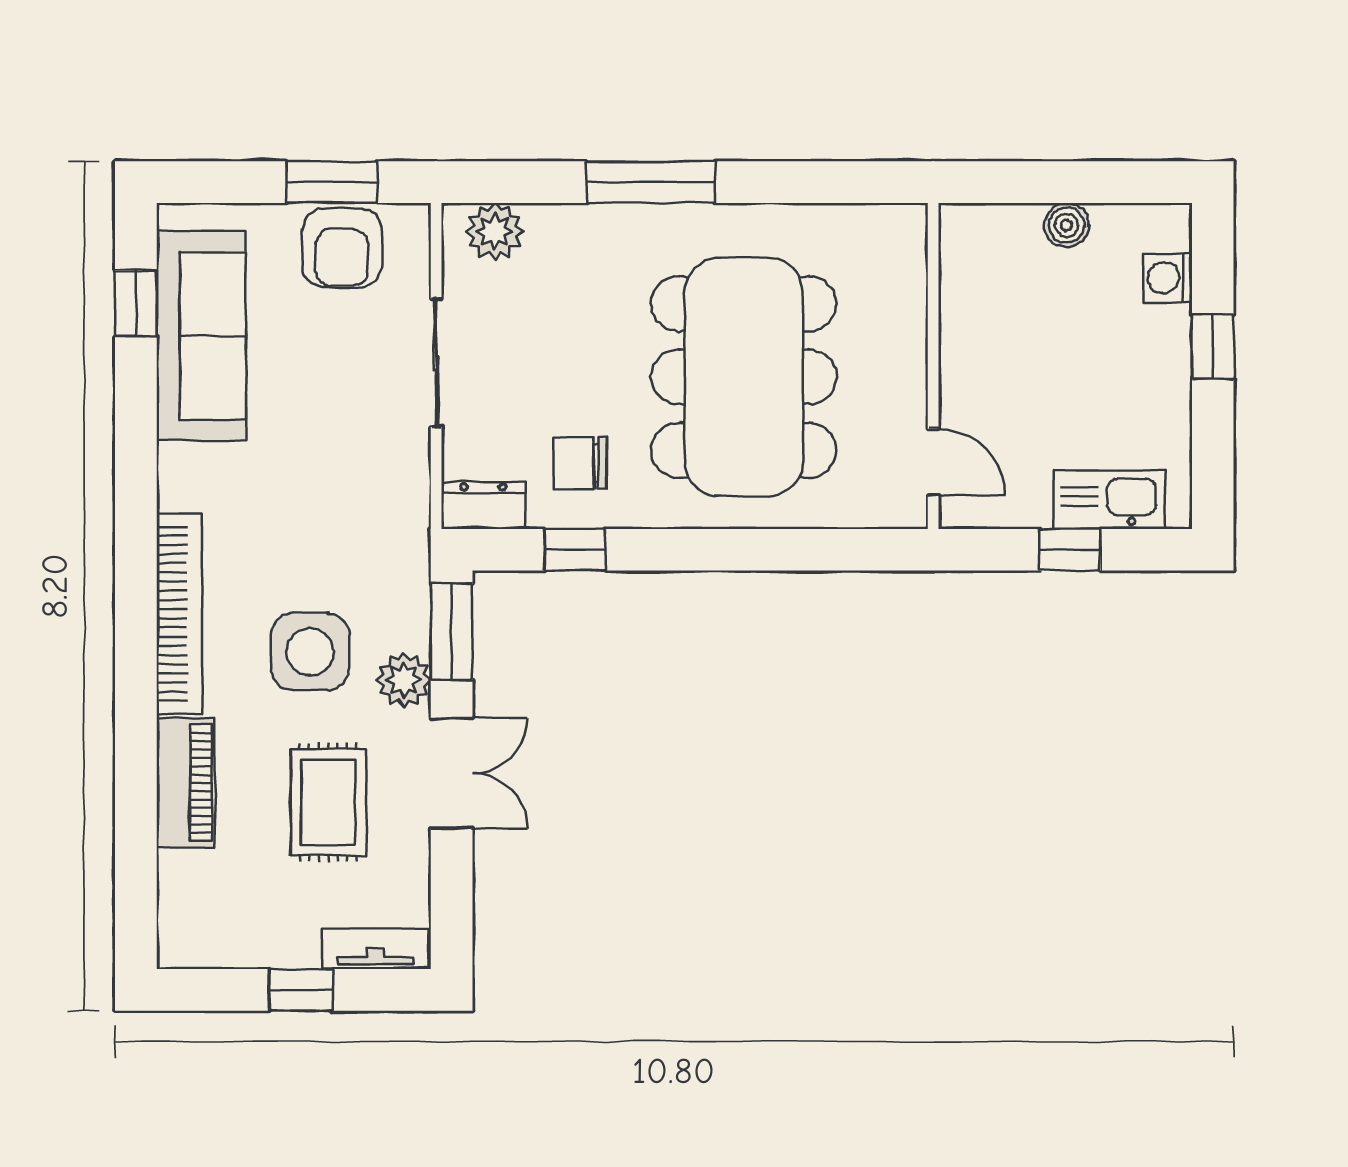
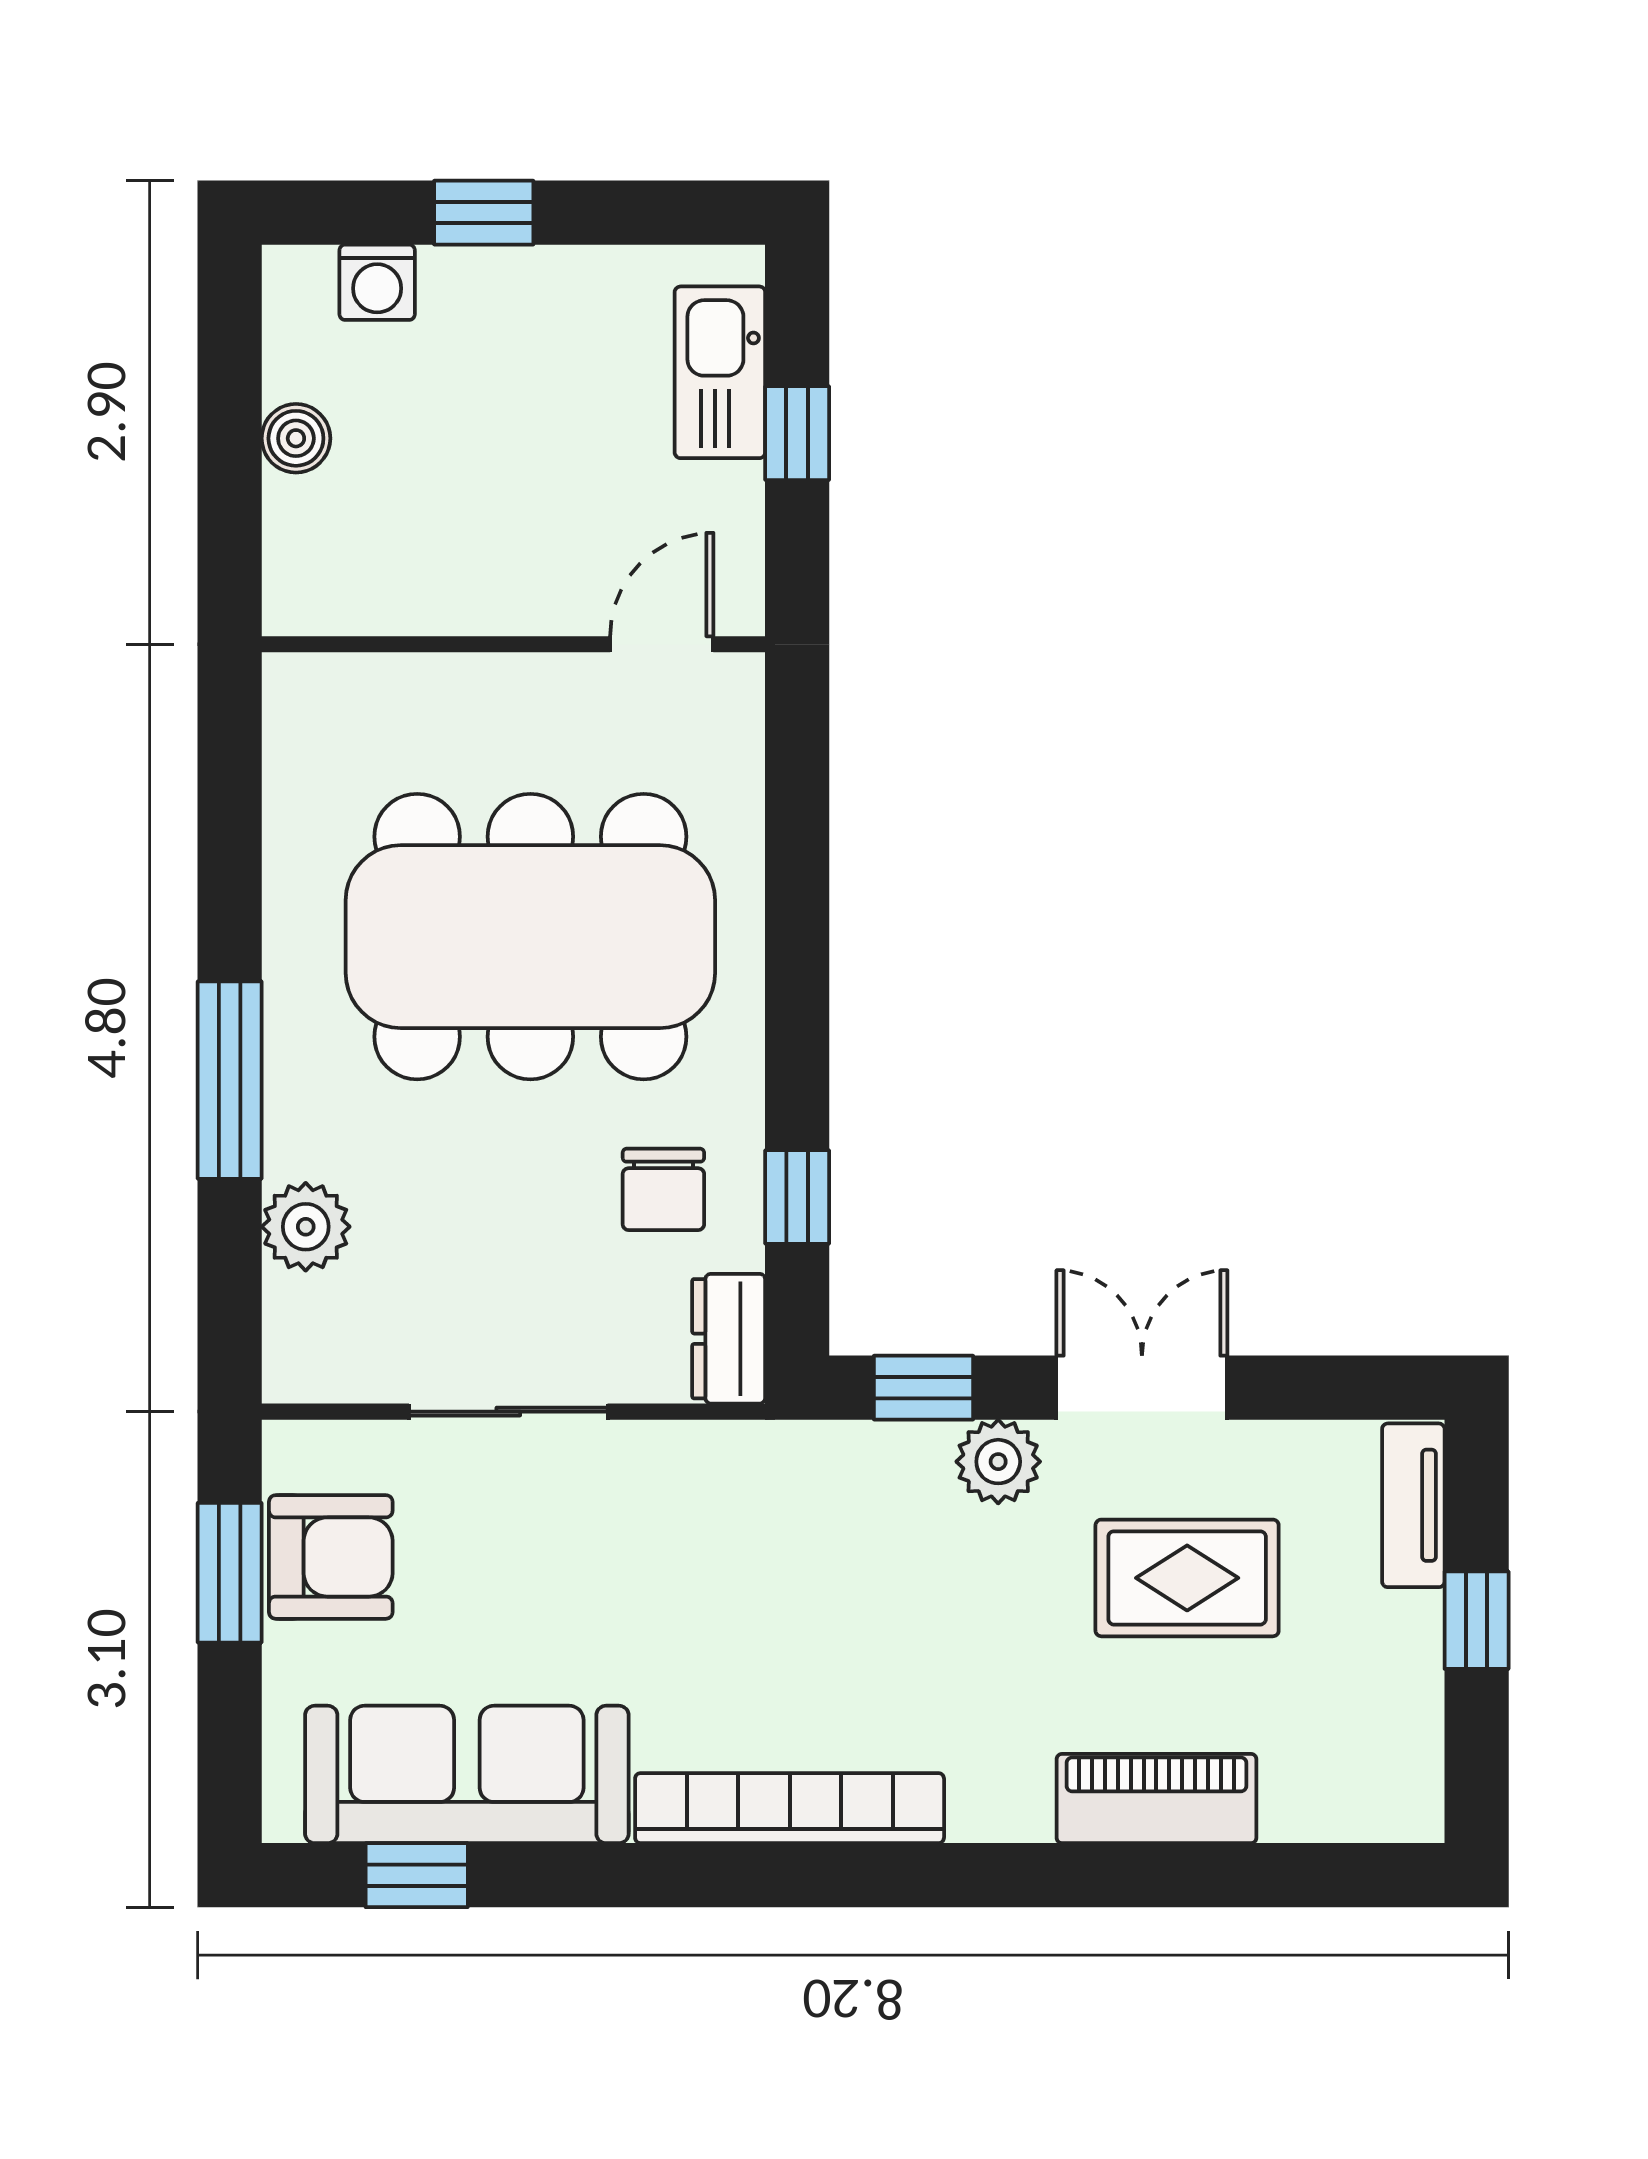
plant: (495, 231) -> (306, 1227), moved
bookcase: (179, 614) -> (790, 1808), moved
window: (452, 632) -> (924, 1388), width x0.67
side table: (310, 652) -> (955, 1606), removed

